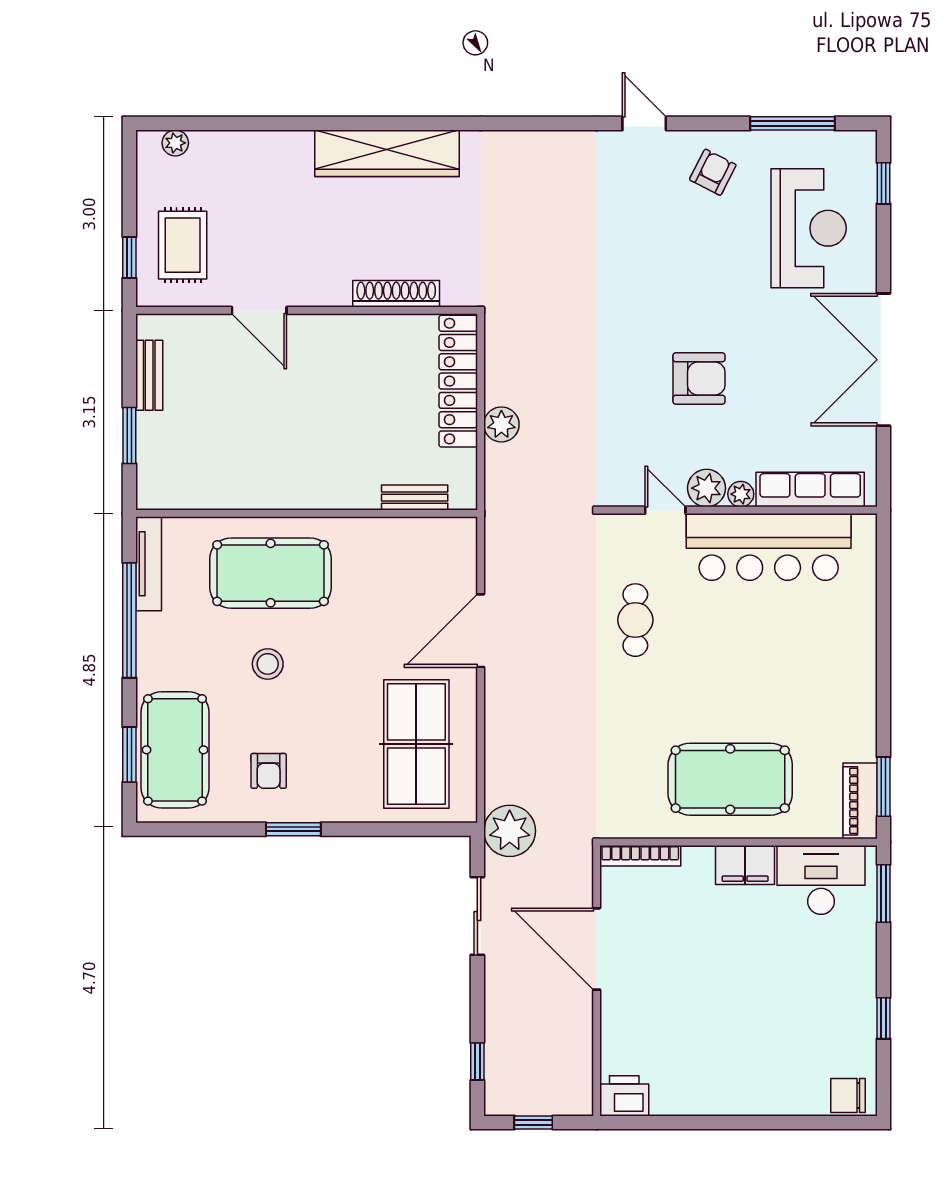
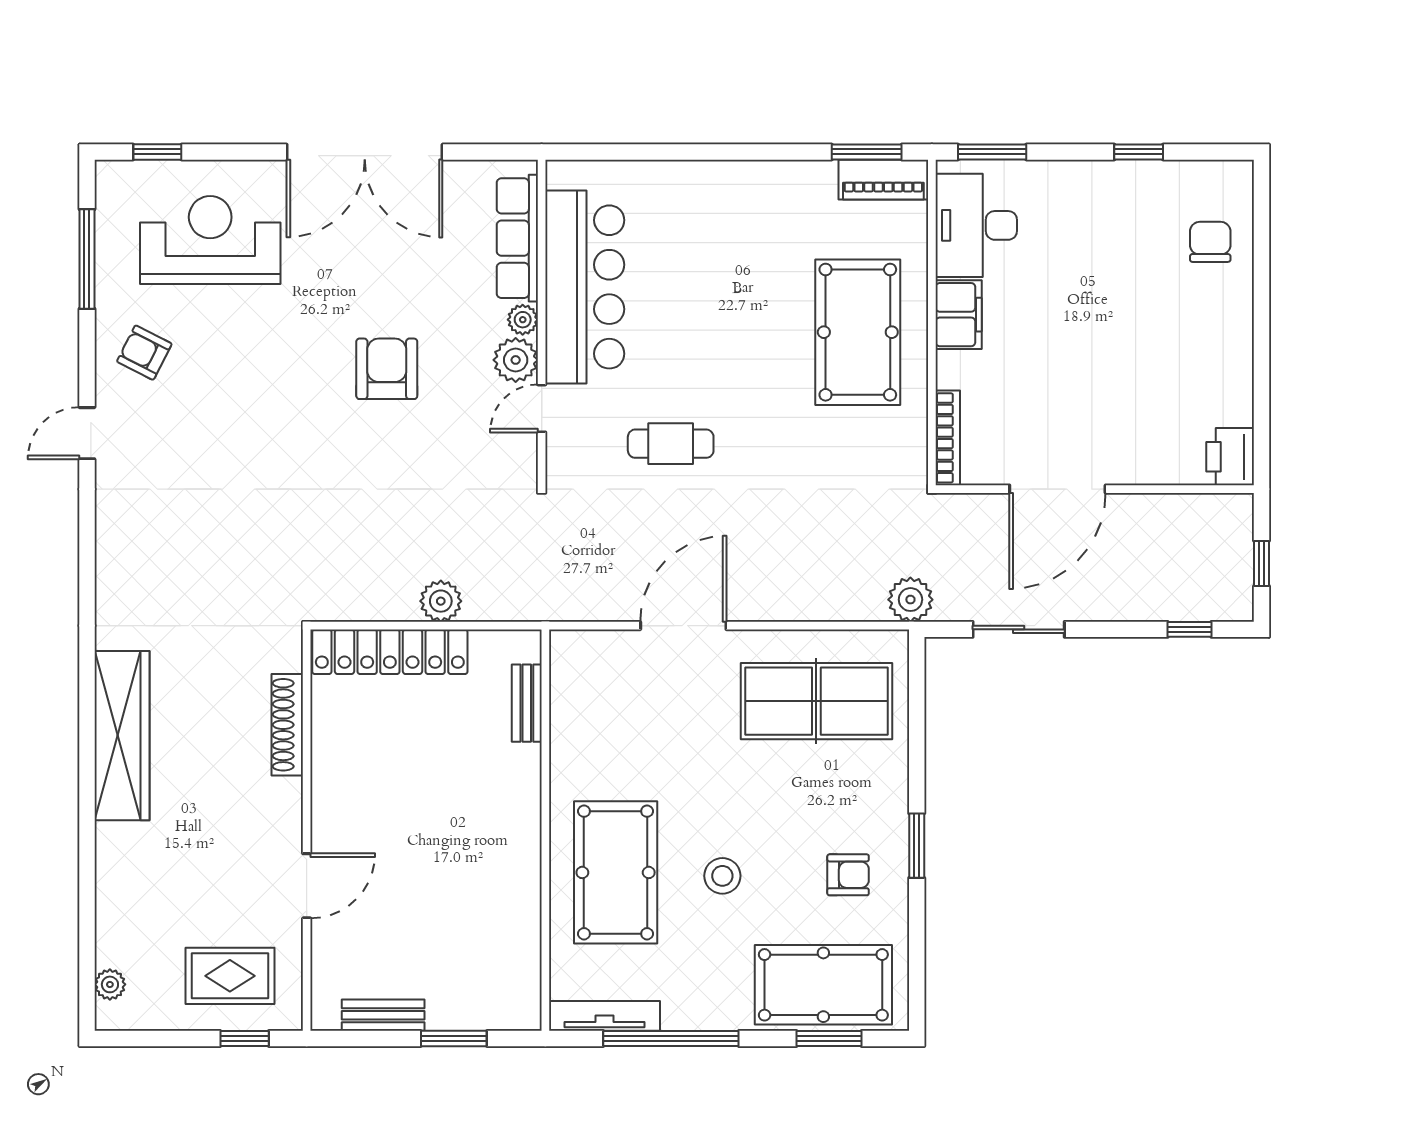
door: (481, 631) -> (683, 626), swing flipped
plant: (510, 831) -> (910, 600), width x0.73, depth x0.73
chair: (848, 1095) -> (1210, 242), moved, turned 180

